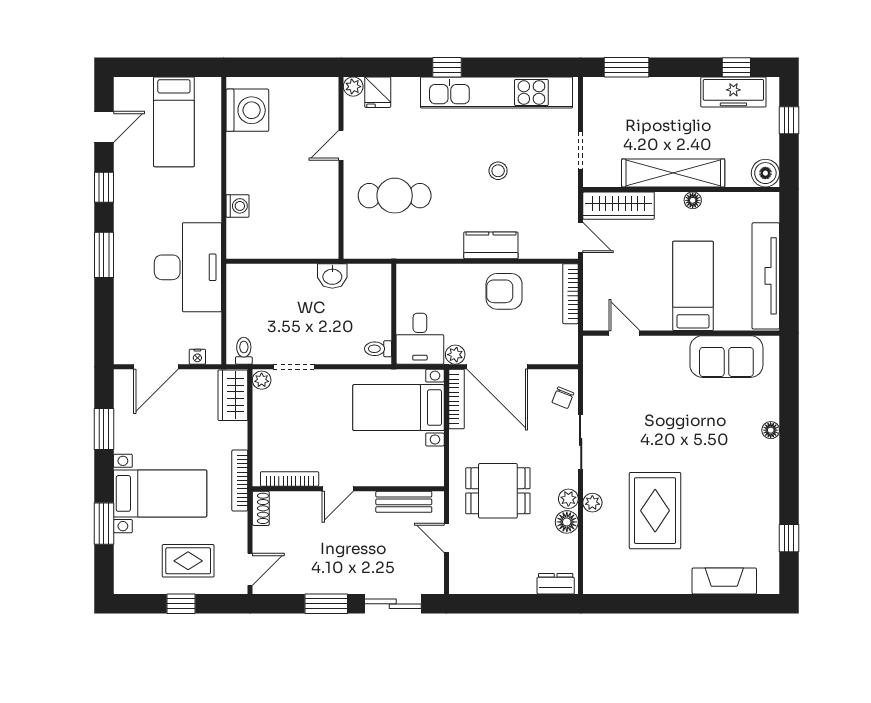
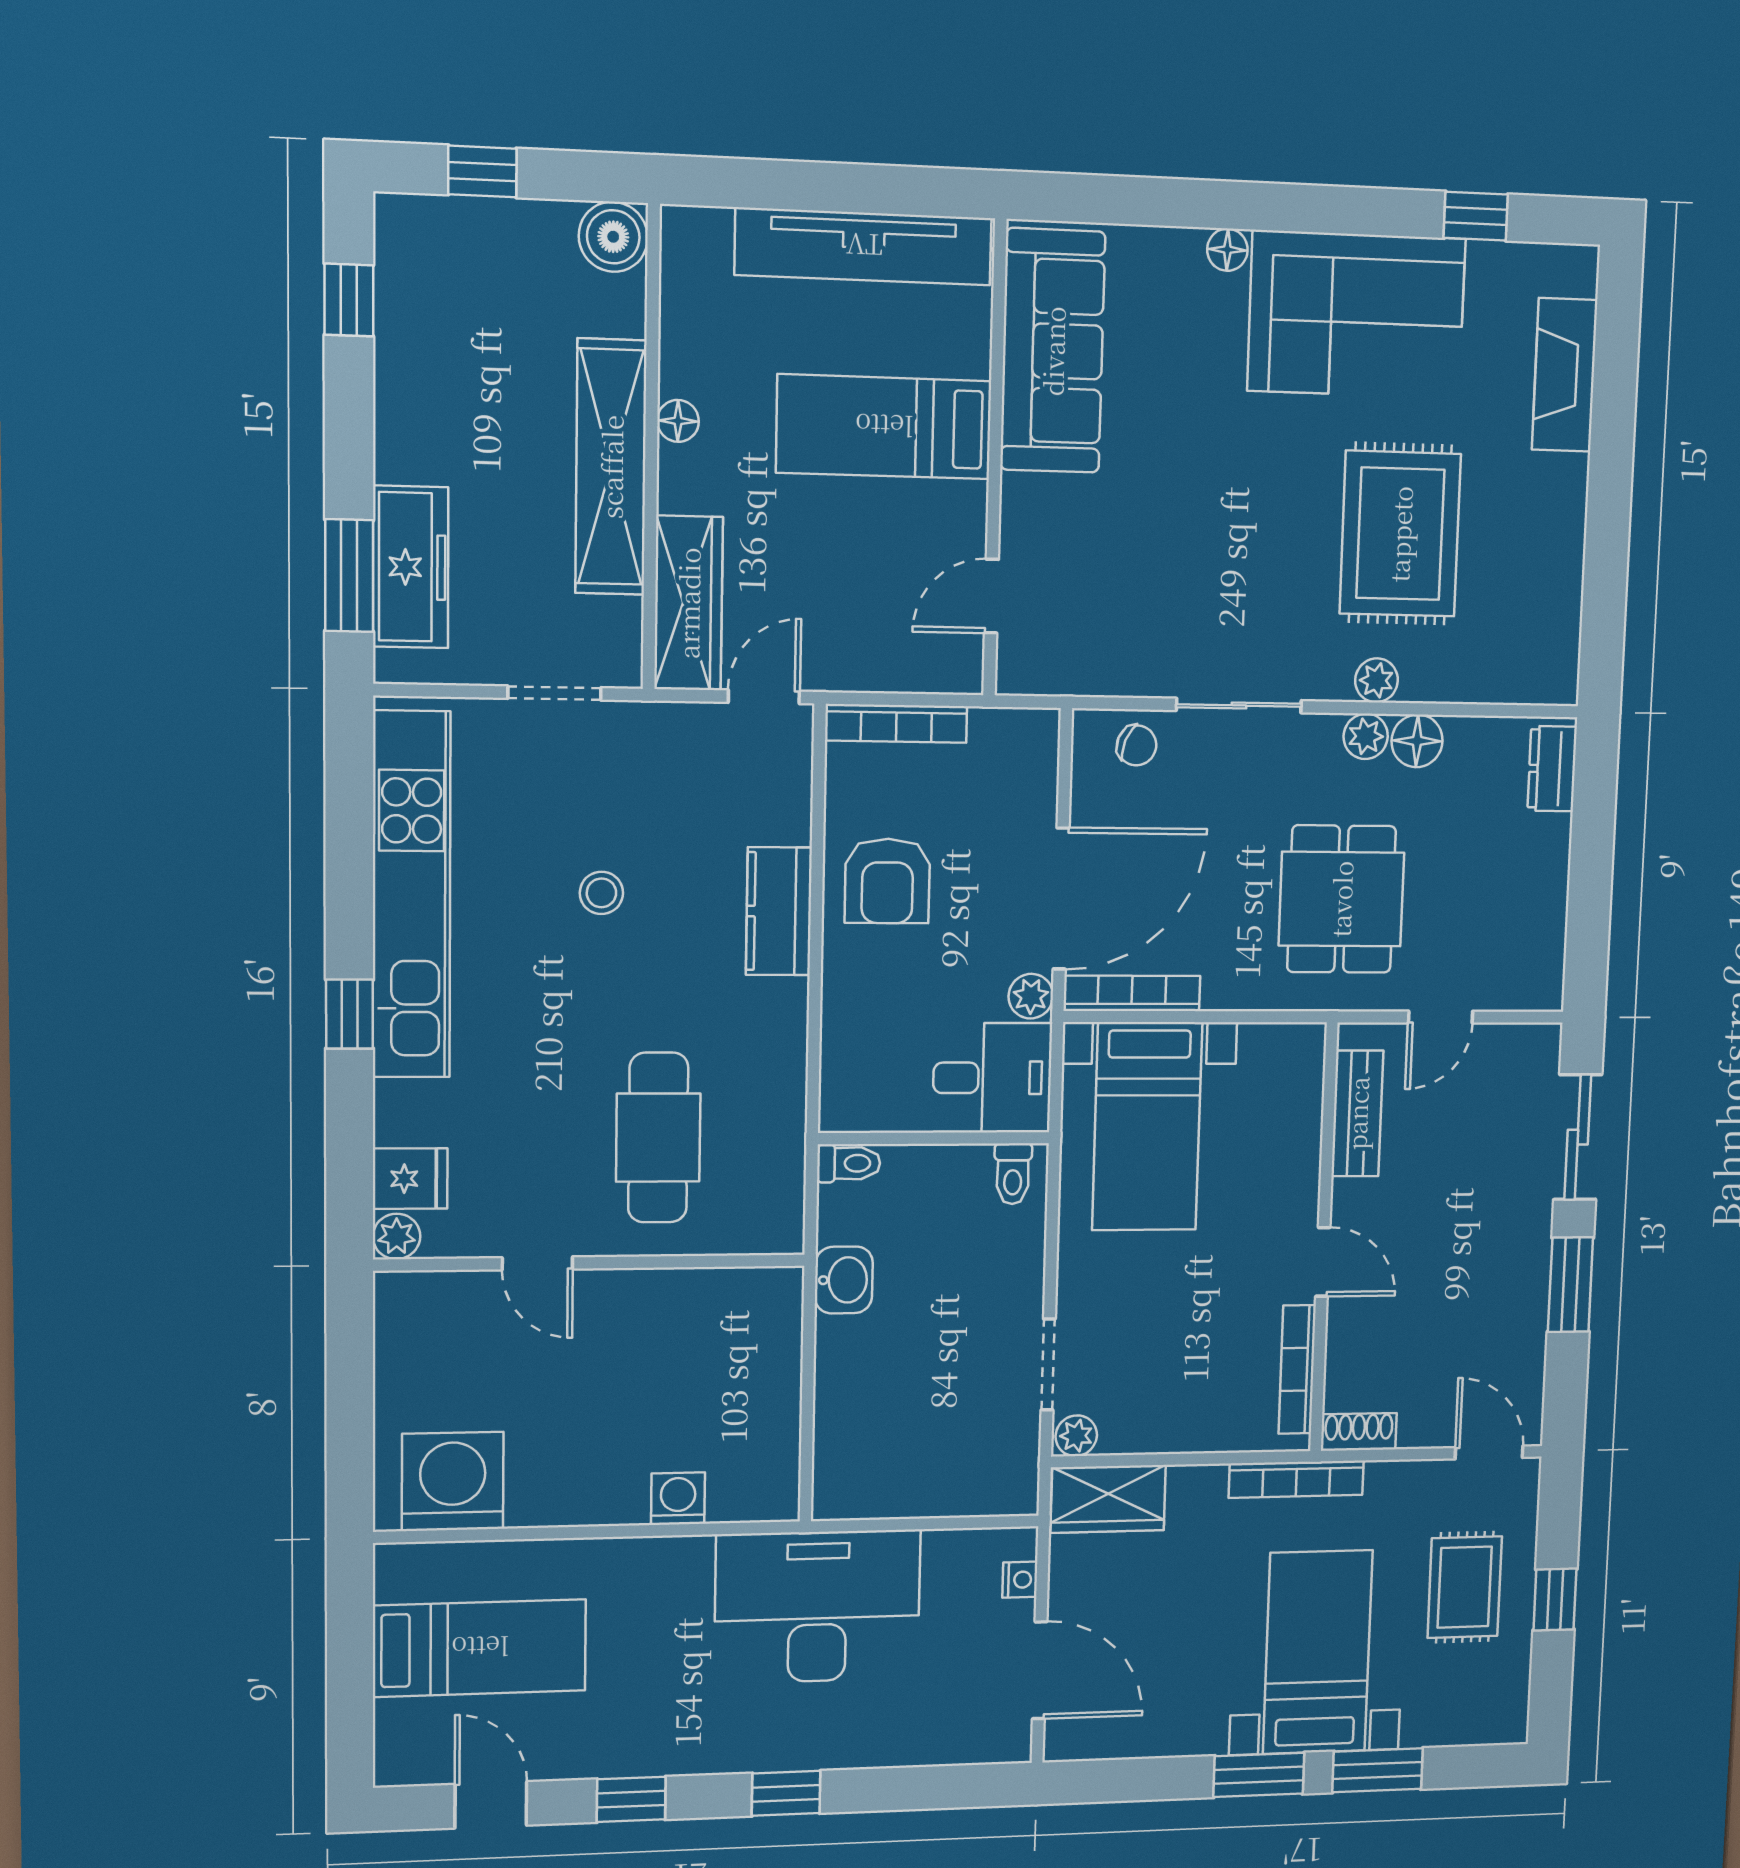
freezer: (733, 92) -> (411, 567), moved
window: (104, 255) -> (786, 1793), width x0.67
toilet: (244, 351) -> (849, 1163), moved, turned 180
sofa: (726, 357) -> (1053, 351), width x1.36
window: (104, 429) -> (1259, 1775), moved
corner sofa: (746, 487) -> (1357, 315), added
rug: (655, 511) -> (1400, 534), turned 90

